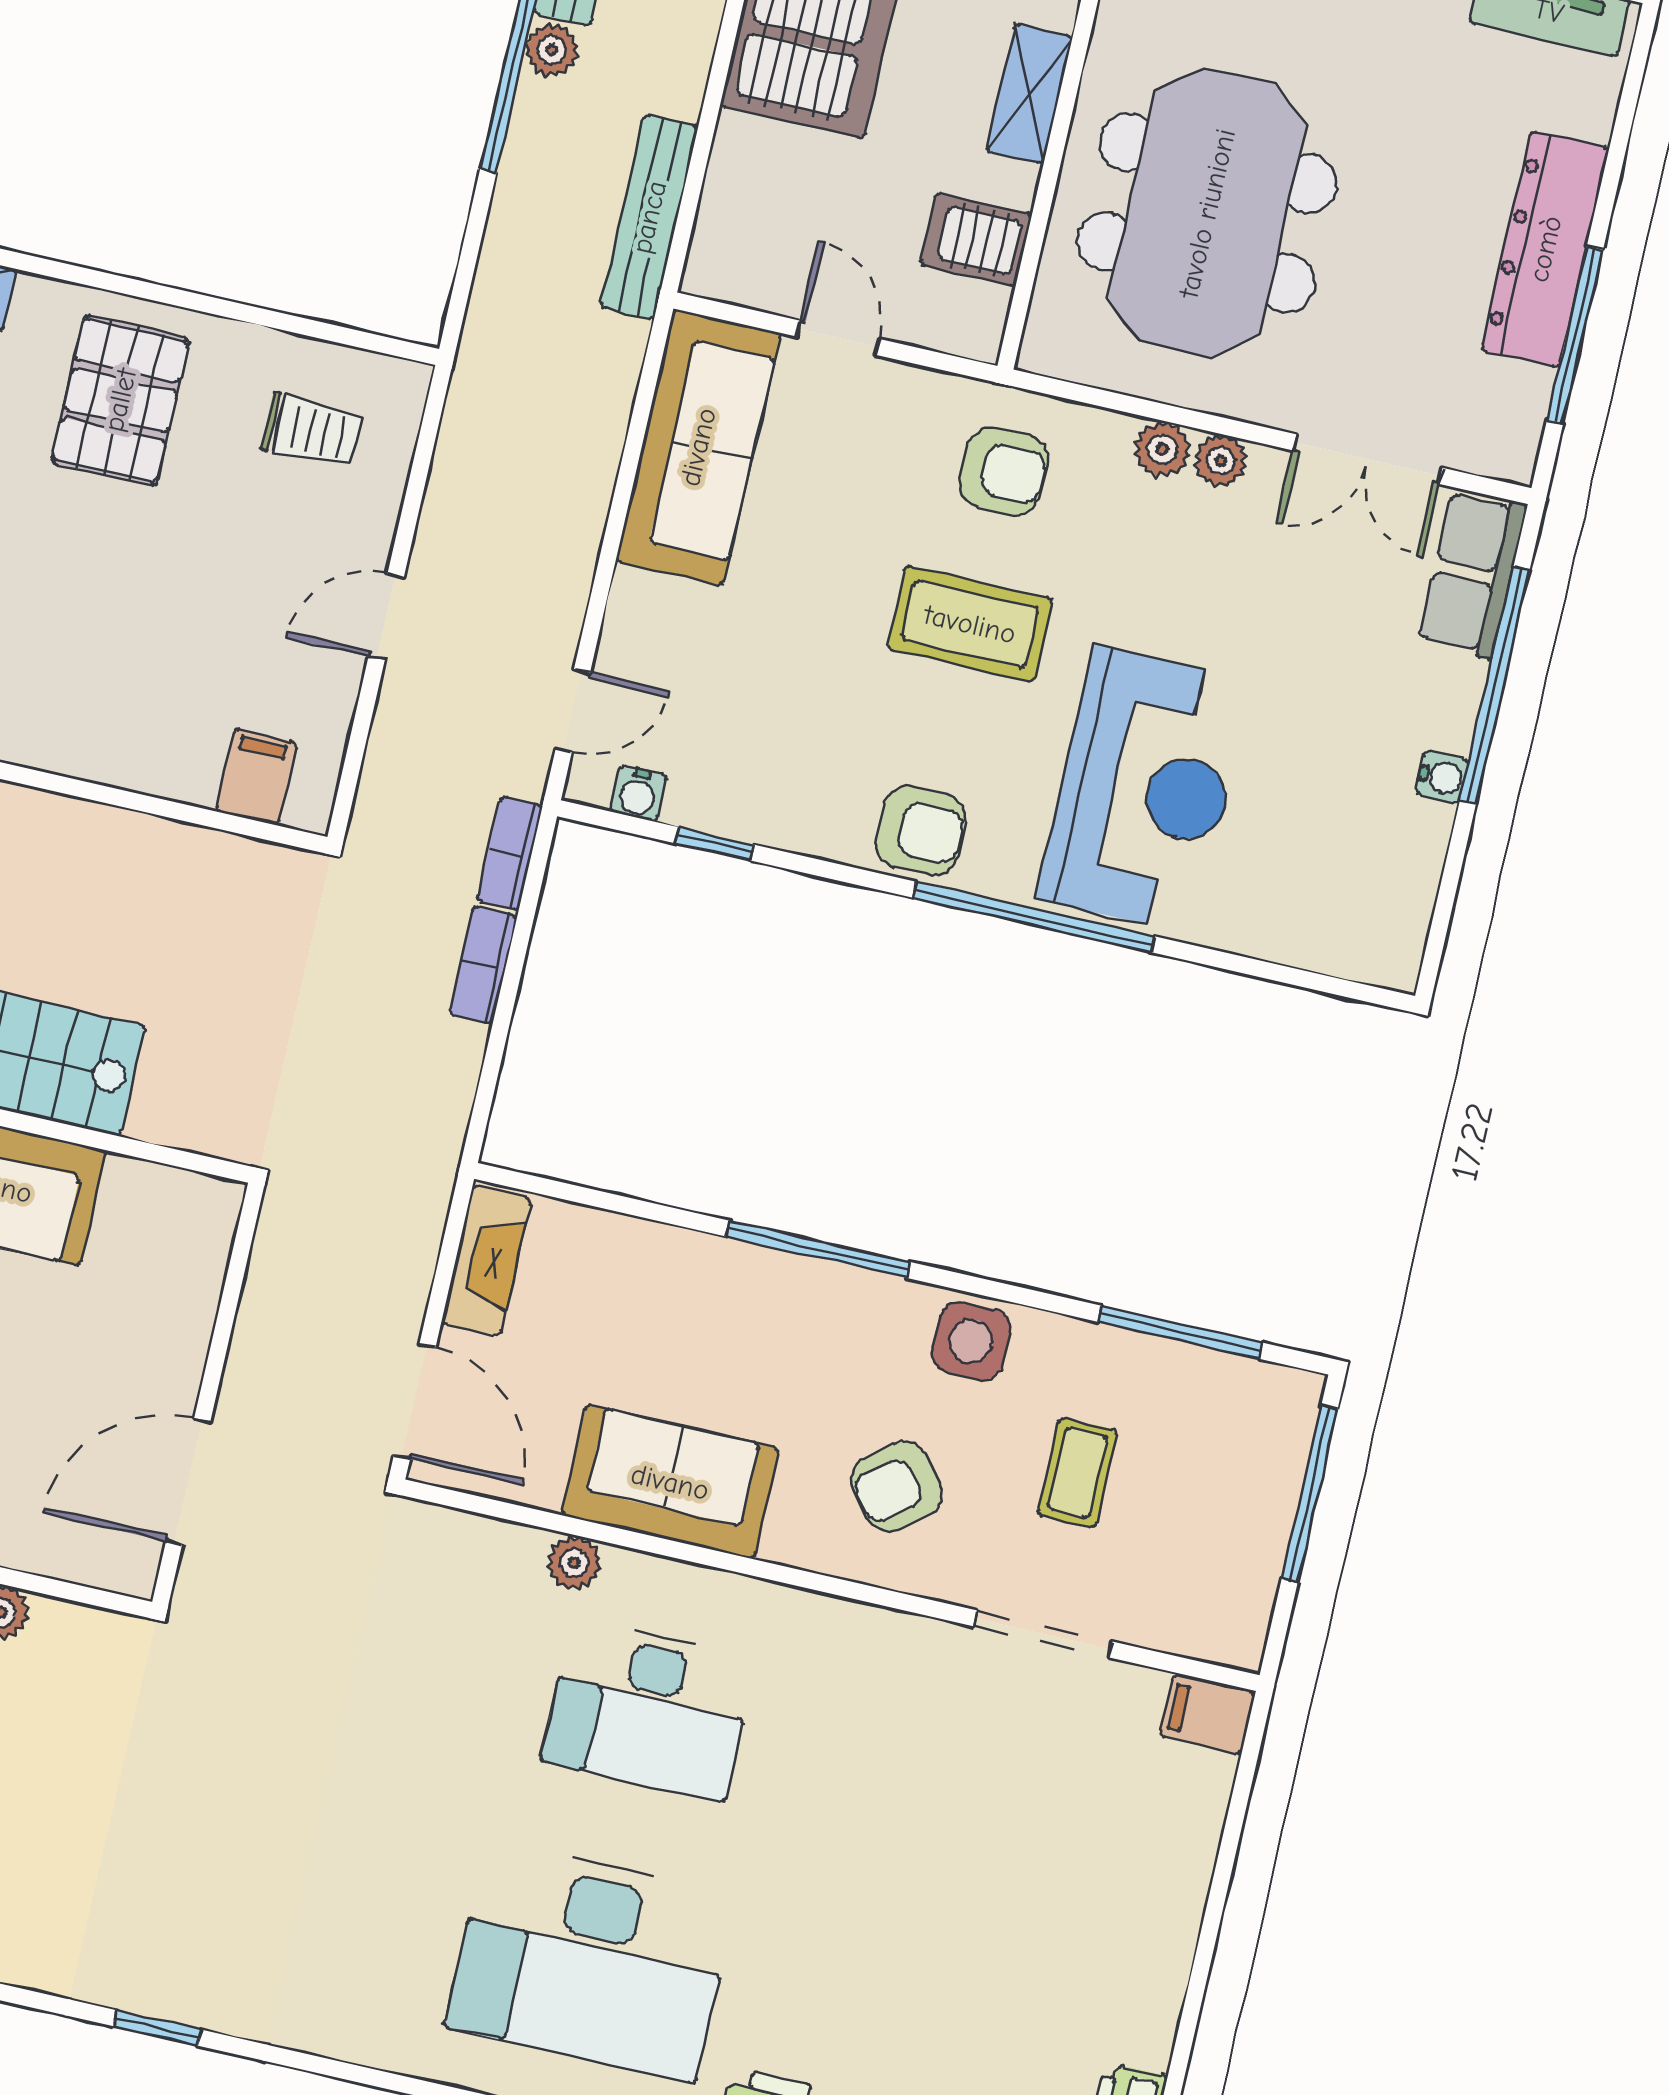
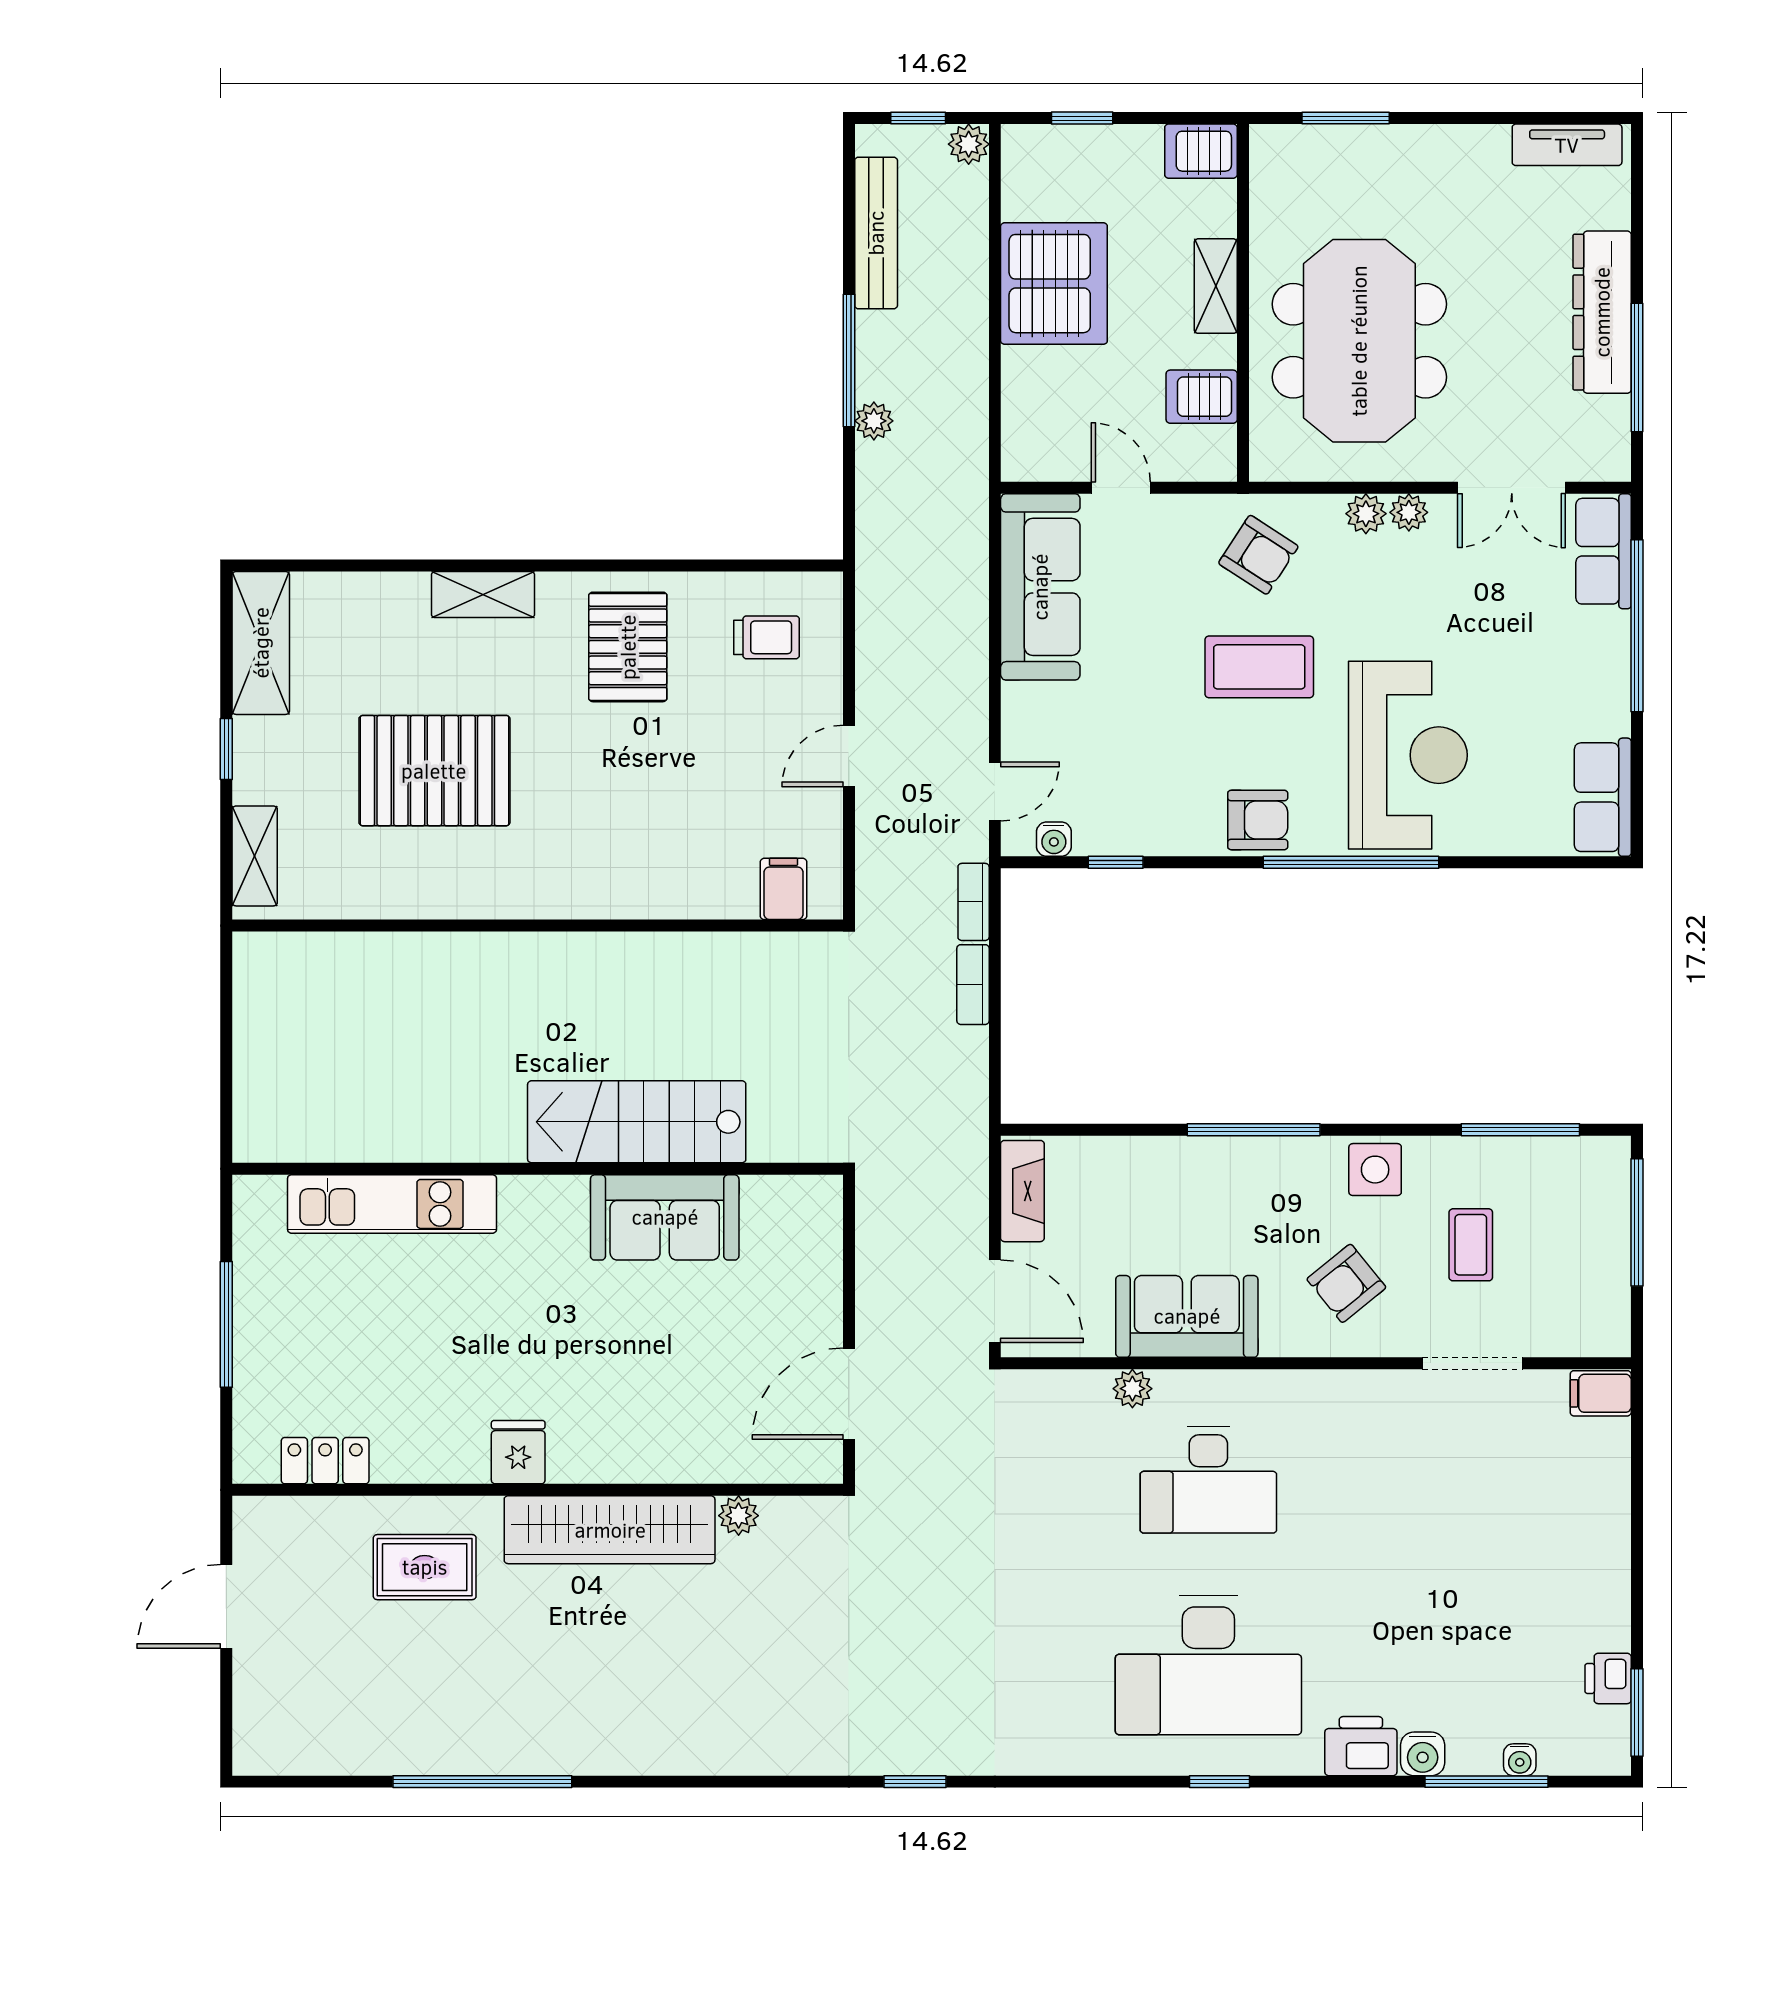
plant: (552, 50) -> (874, 421), moved
bench: (649, 217) -> (969, 433), removed
armchair: (1004, 471) -> (1258, 555), turned 33
water cooler: (1442, 777) -> (1615, 699), removed
row of seats: (1395, 907) -> (1603, 797), added

